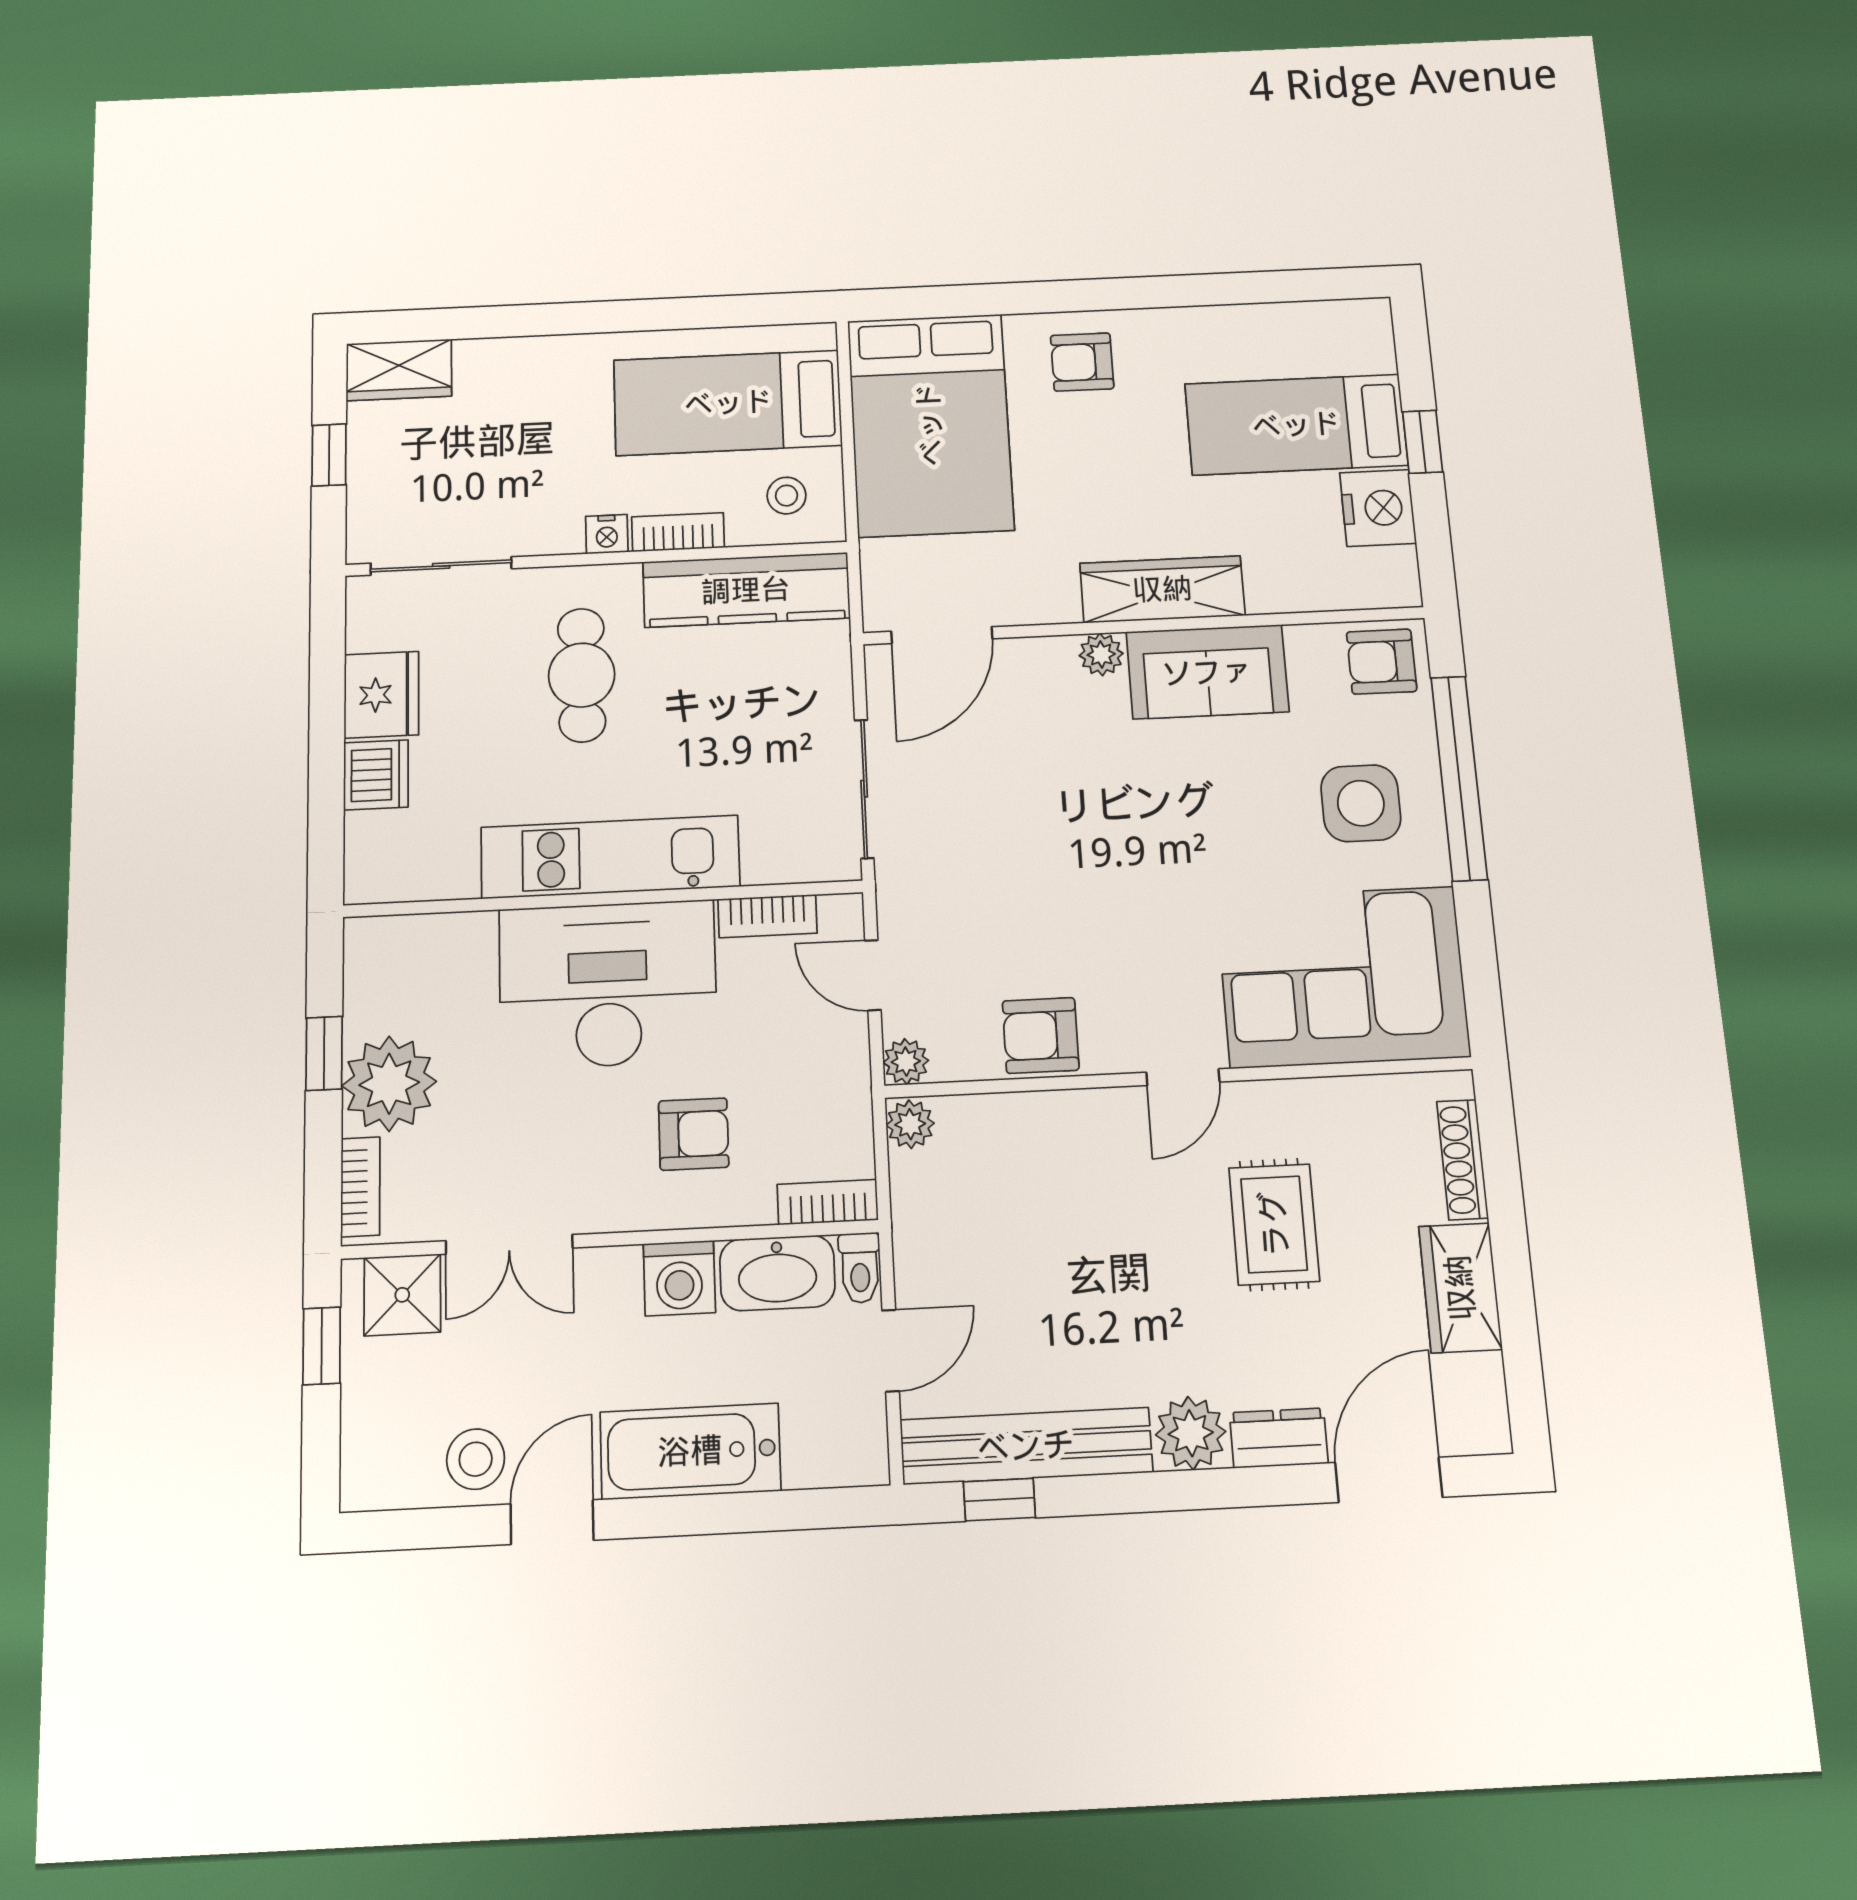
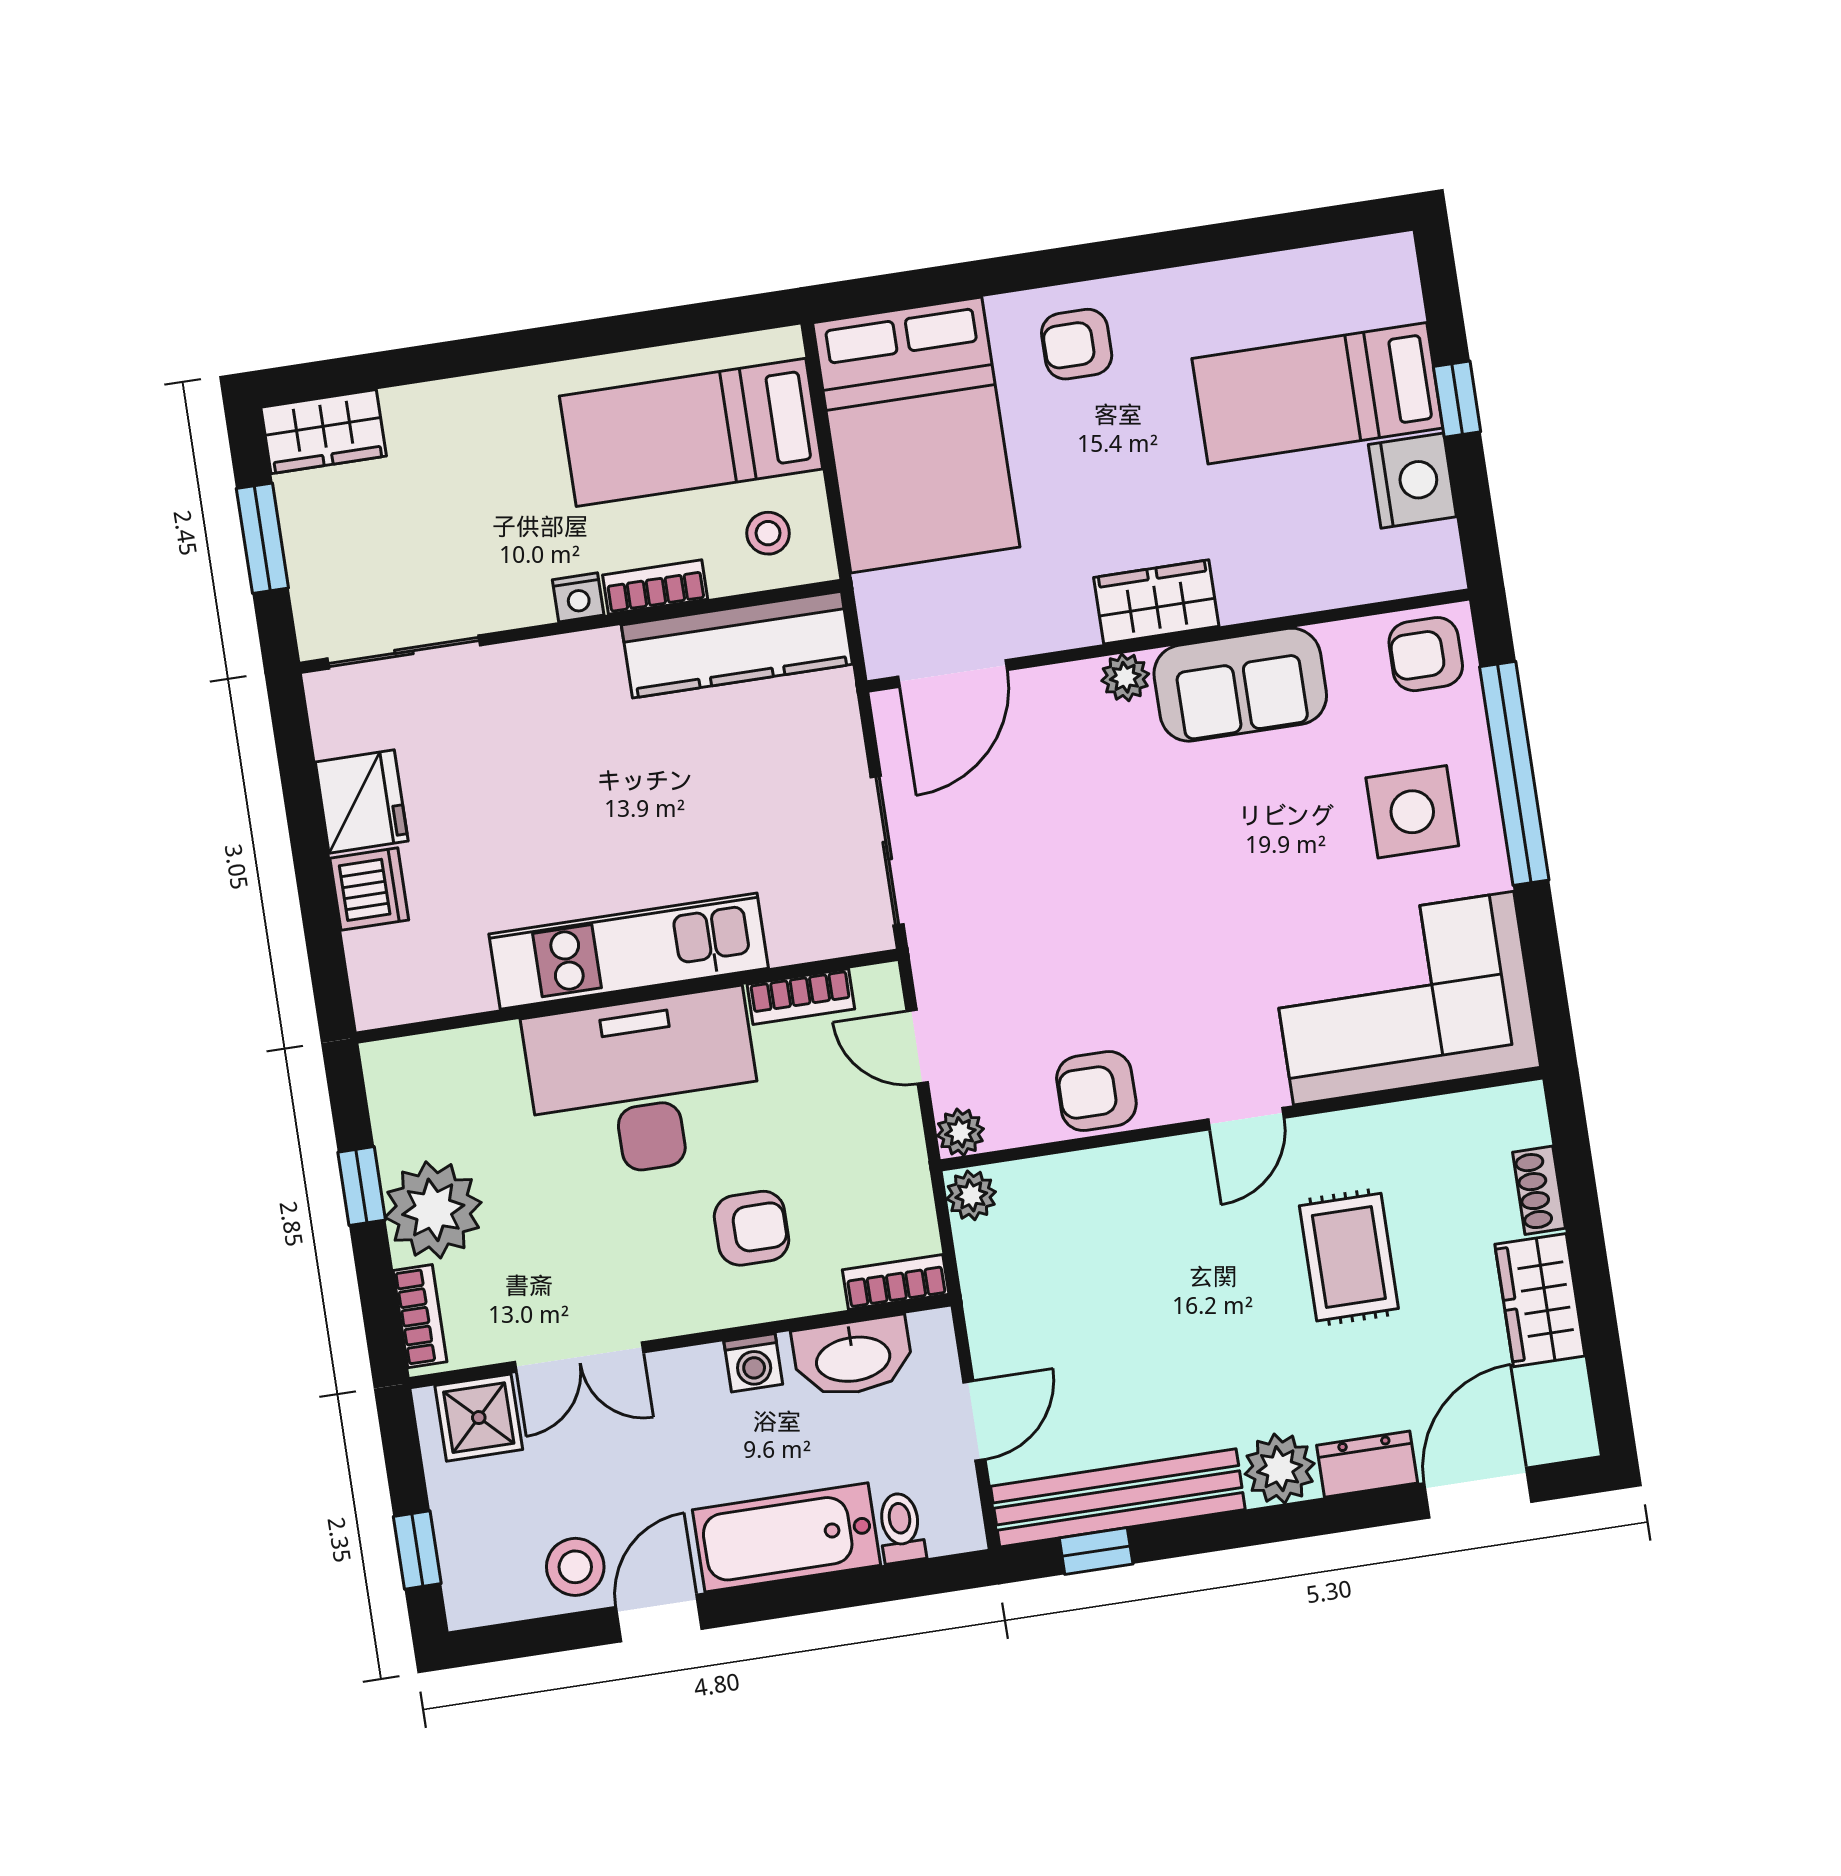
window: (329, 455) -> (262, 538), width x1.50
wardrobe: (1162, 589) -> (1156, 602), width x0.67
cafe table: (582, 675) -> (572, 758), removed
shoe rack: (1463, 1160) -> (1539, 1190), width x0.70
toilet: (860, 1268) -> (901, 1528), moved, turned 180
washing machine: (679, 1278) -> (753, 1363), width x0.73, depth x0.73
window: (322, 1346) -> (417, 1550), moved

